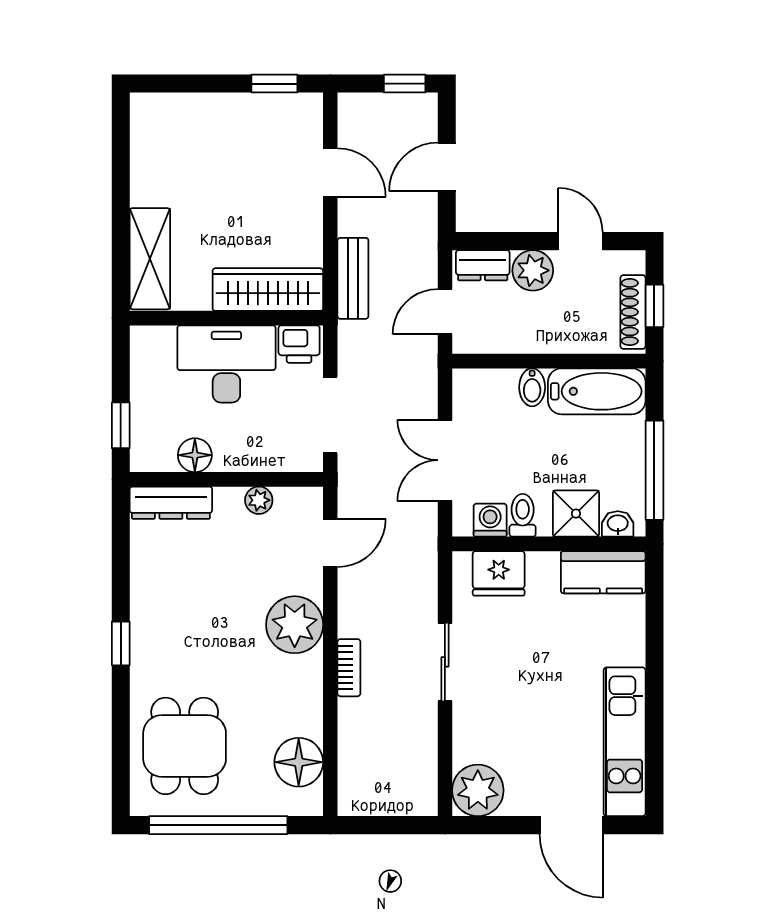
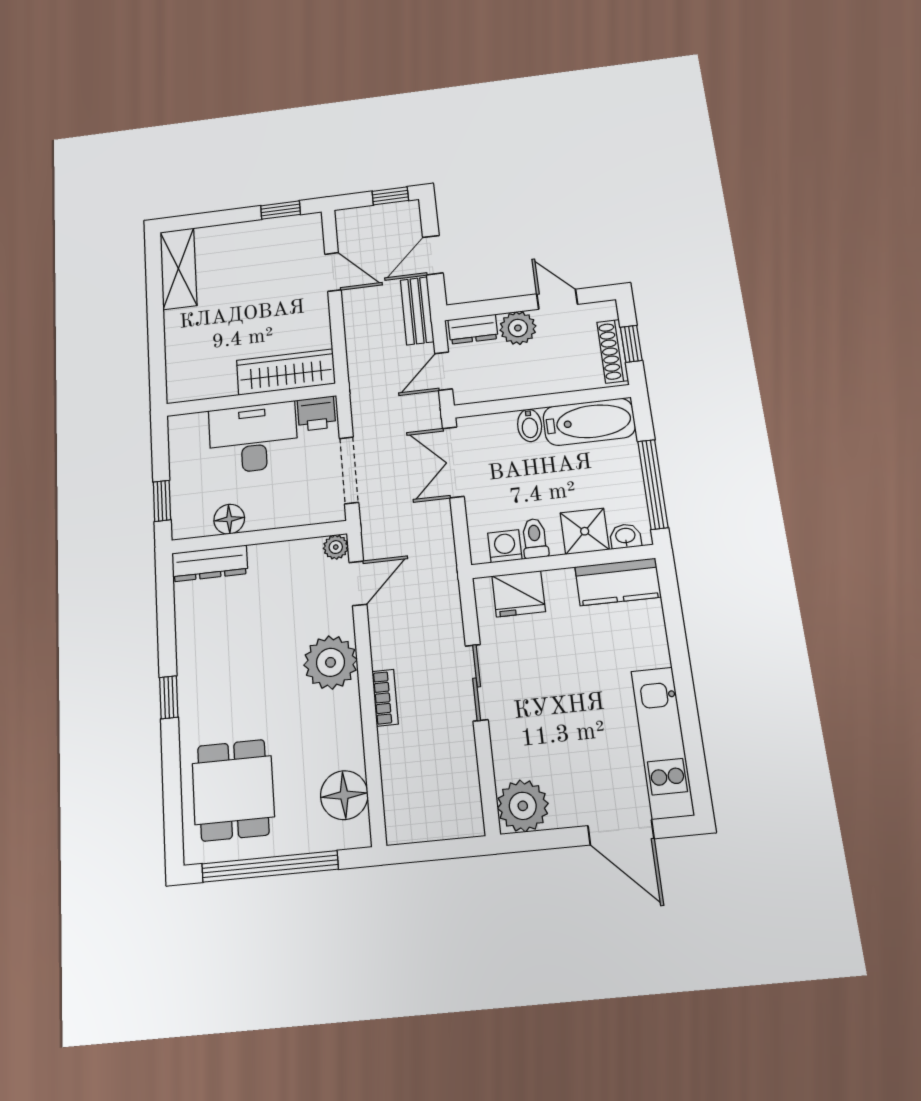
shelving: (150, 259) -> (178, 269), moved
bench: (353, 278) -> (417, 311), moved
double door: (445, 460) -> (453, 462), moved
plant: (259, 500) -> (336, 547), moved

